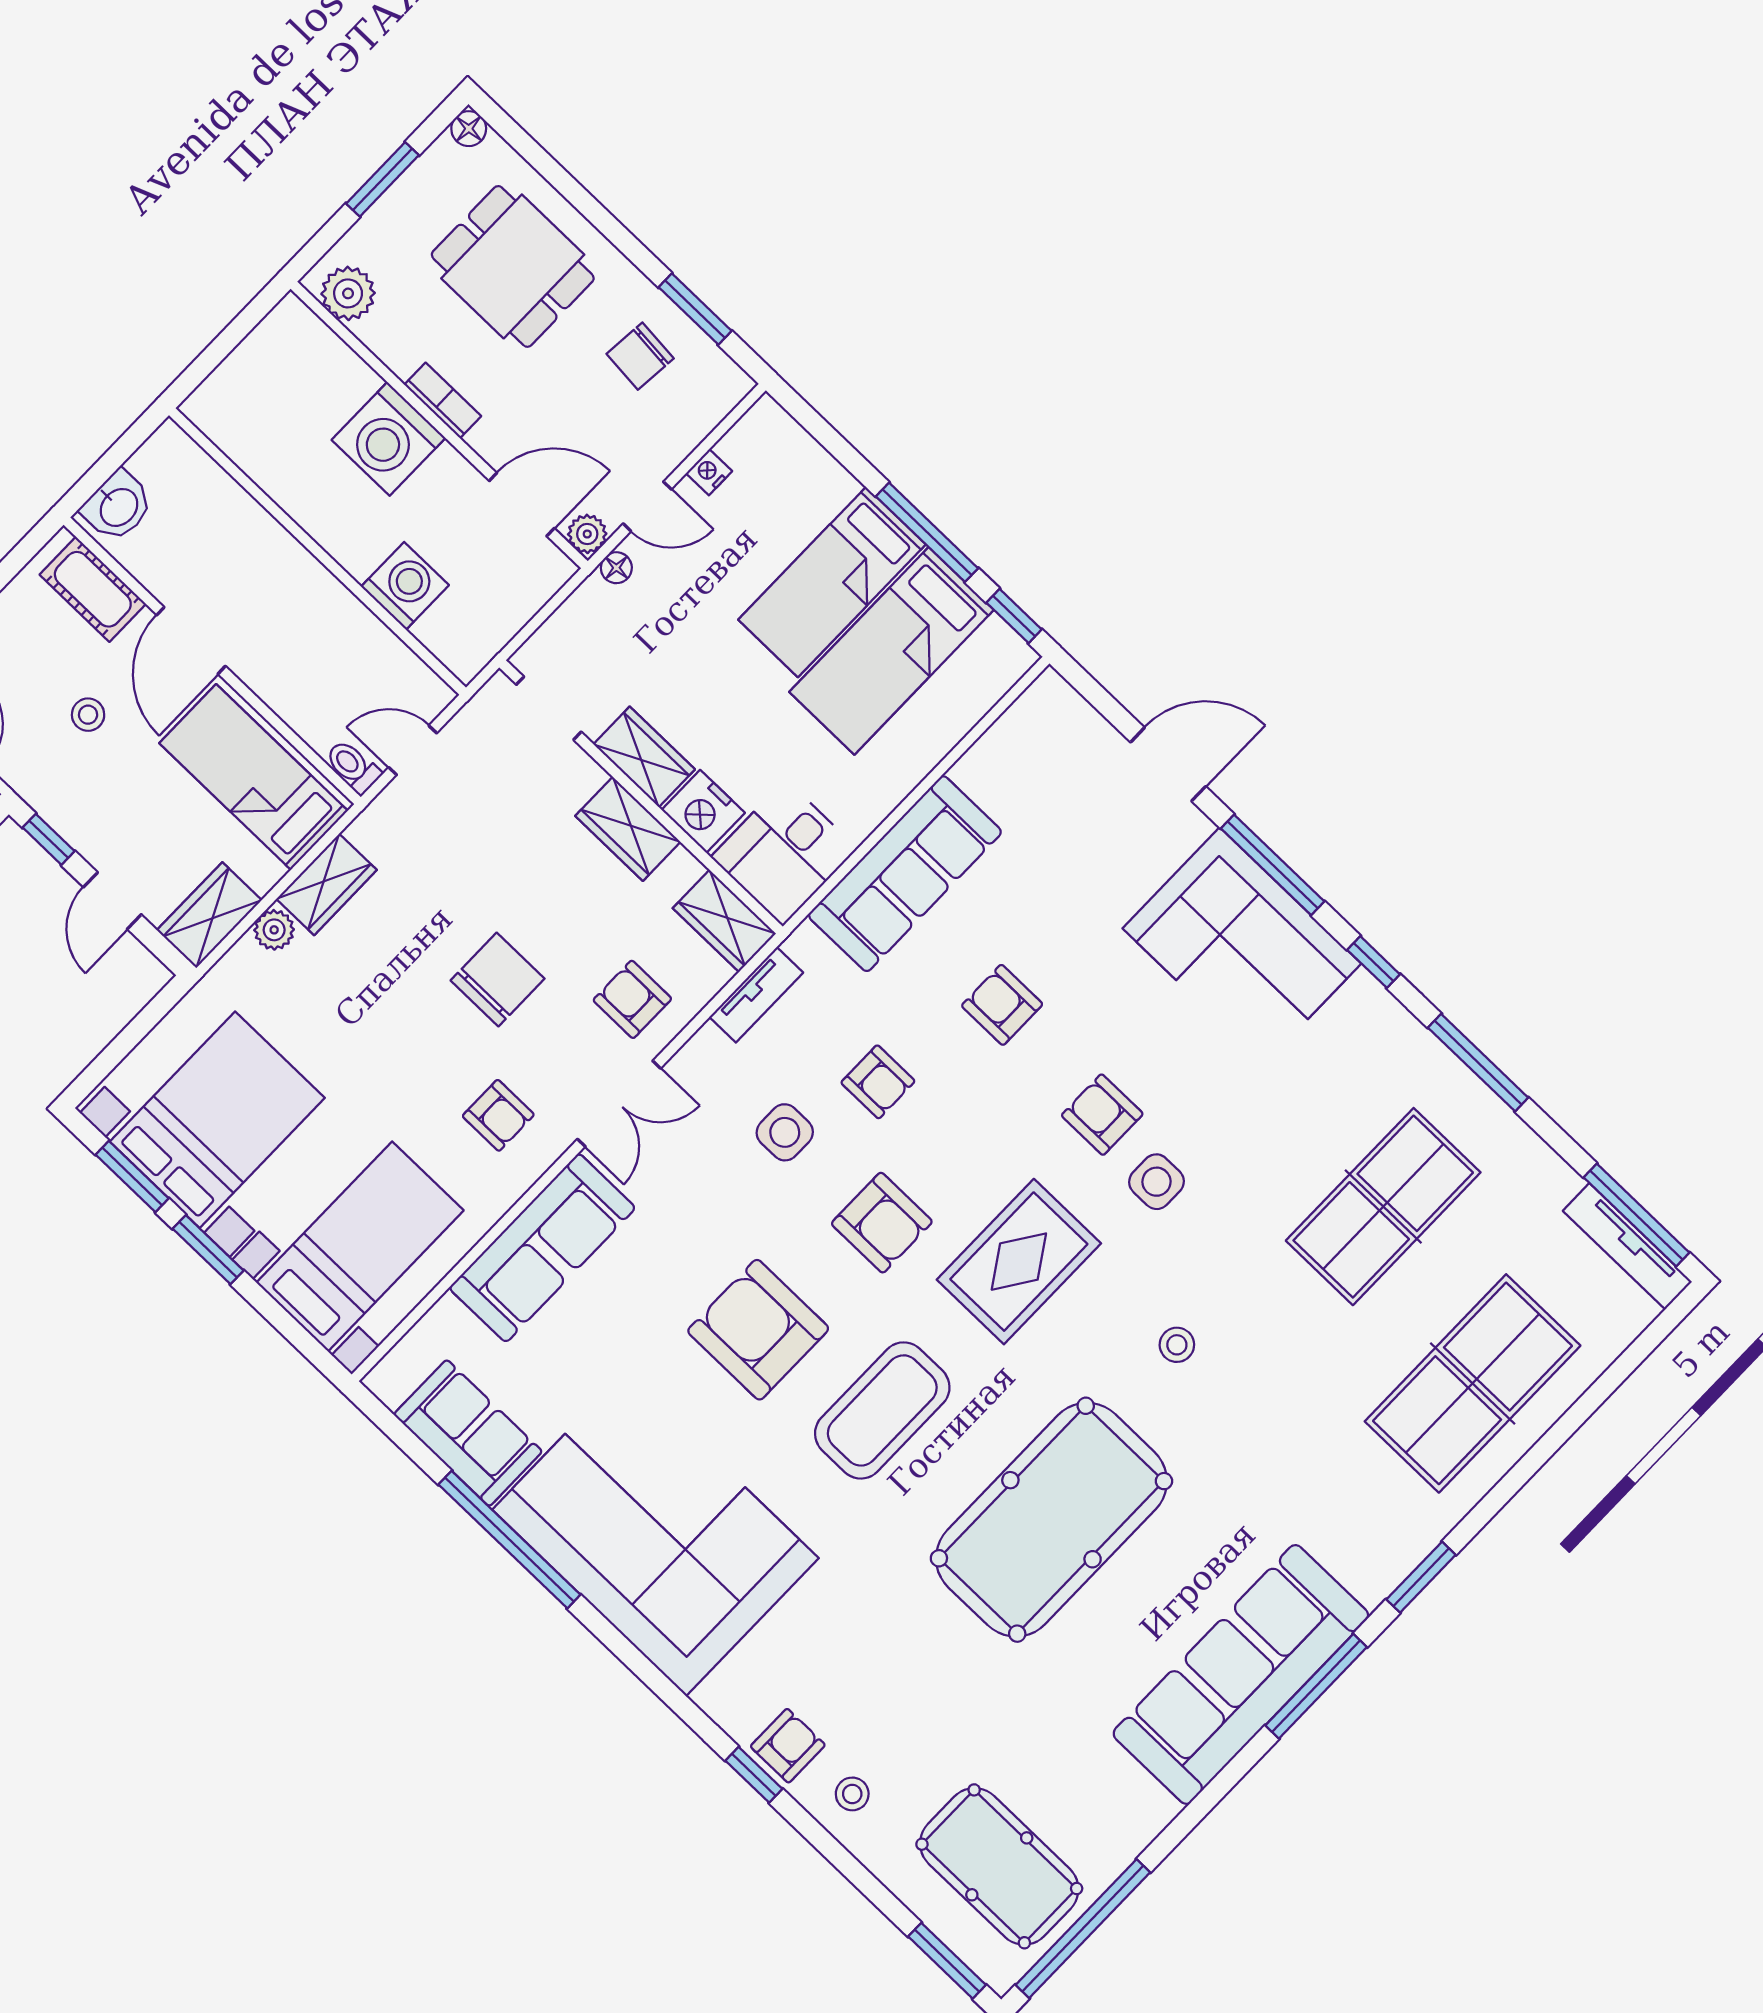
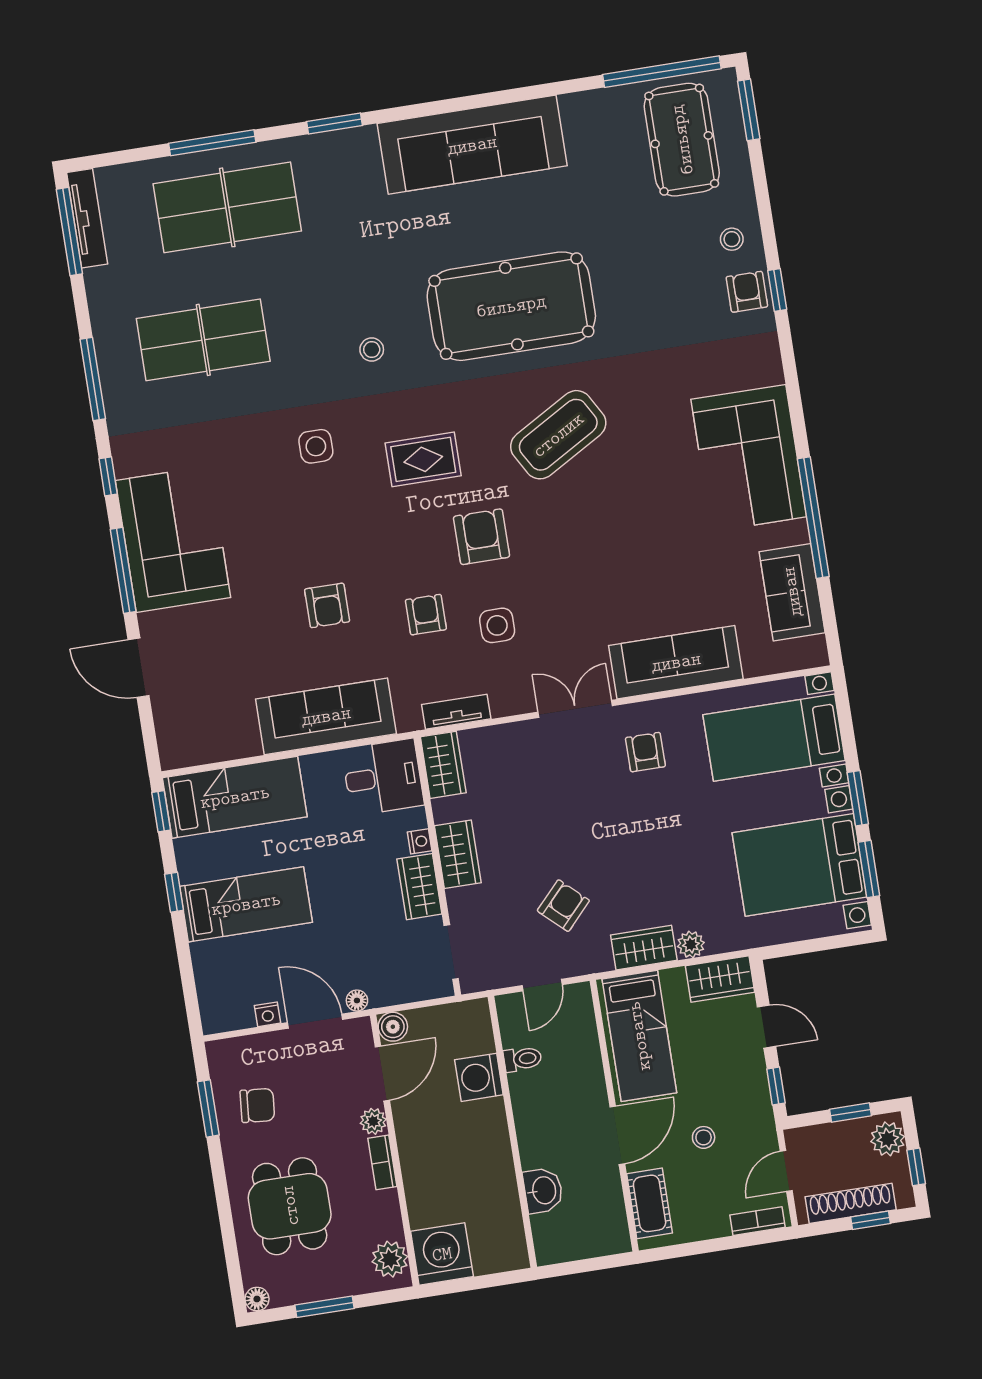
washing machine: (389, 439) -> (442, 1254), moved, turned -90
door: (522, 504) -> (382, 1074), swing flipped
washbasin: (118, 506) -> (543, 1190), moved, turned 90
door: (647, 506) -> (315, 1021), width x1.38
window: (927, 532) -> (174, 892), width x0.46
plant: (587, 534) -> (373, 1121), moved
boiler: (551, 569) -> (393, 1027), added
bed: (891, 651) -> (235, 797), moved
door: (413, 750) -> (542, 985), hinge flipped
toilet: (353, 767) -> (523, 1059), moved, turned -90
nightstand: (703, 811) -> (420, 841), width x0.53, depth x0.56
door: (112, 901) -> (767, 1027), hinge flipped
chair: (498, 979) -> (590, 826), removed
armchair: (632, 999) -> (563, 906), moved, turned -137
armchair: (1102, 1115) -> (318, 505), removed
rug: (1019, 1262) -> (423, 459), width x0.73, depth x0.70
armchair: (758, 1330) -> (592, 529), removed
coffee table: (882, 1410) -> (558, 435), turned -30
corner sofa: (655, 1534) -> (749, 458), width x0.73, depth x0.74
window: (1316, 1686) -> (212, 143), moved
armchair: (788, 1746) -> (747, 292), turned 90

